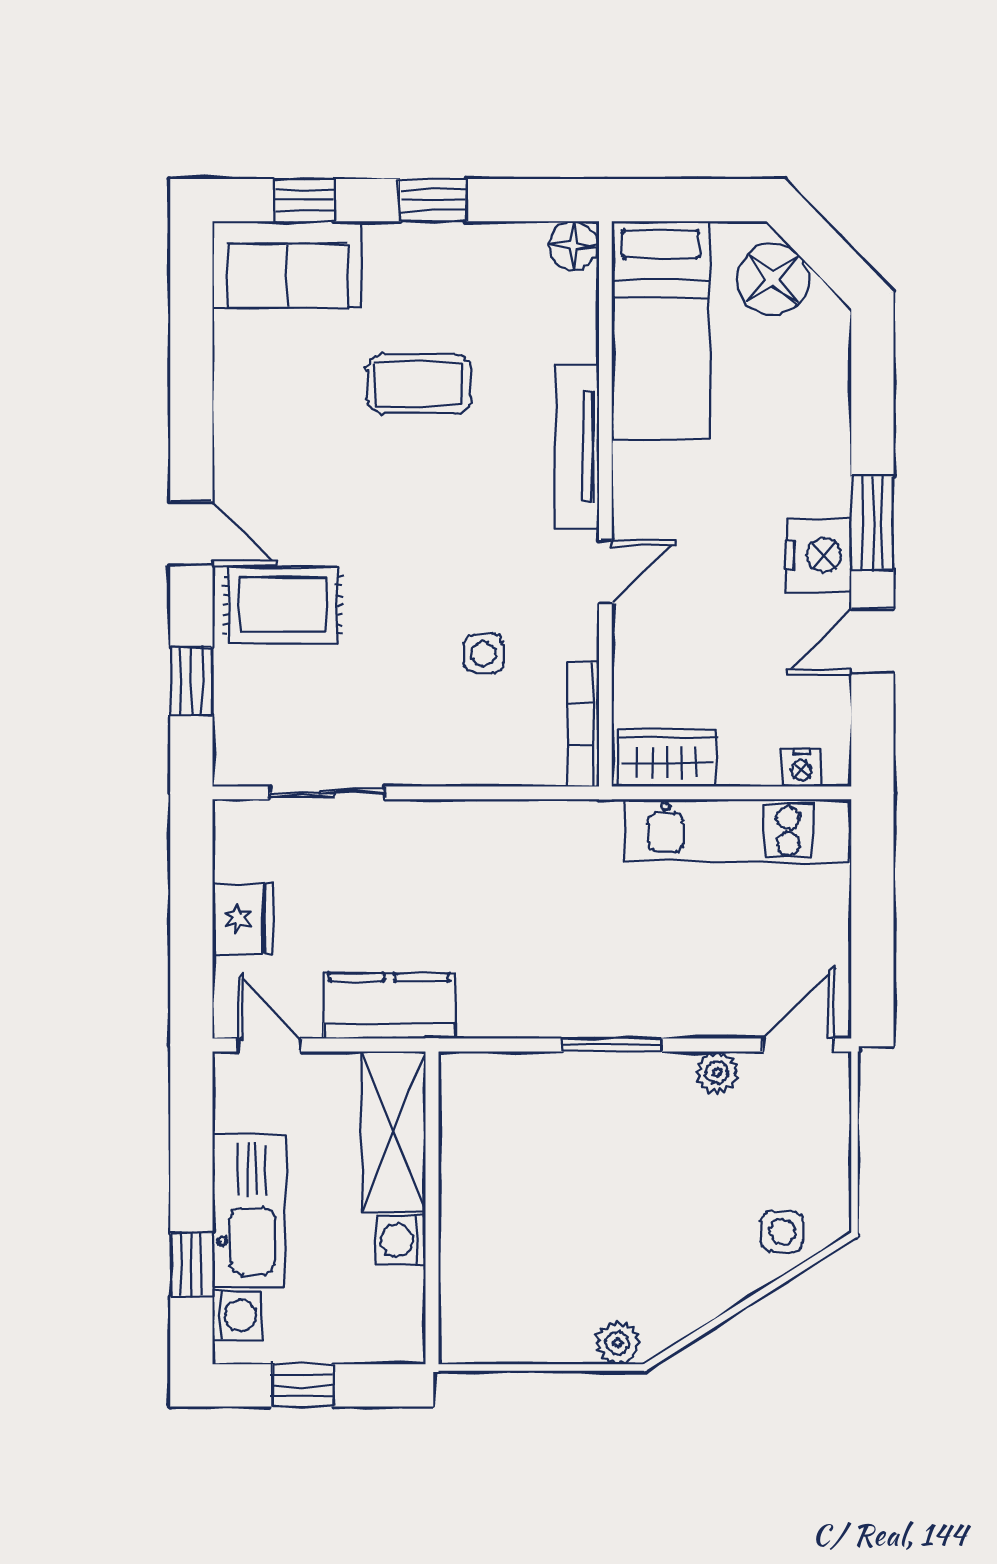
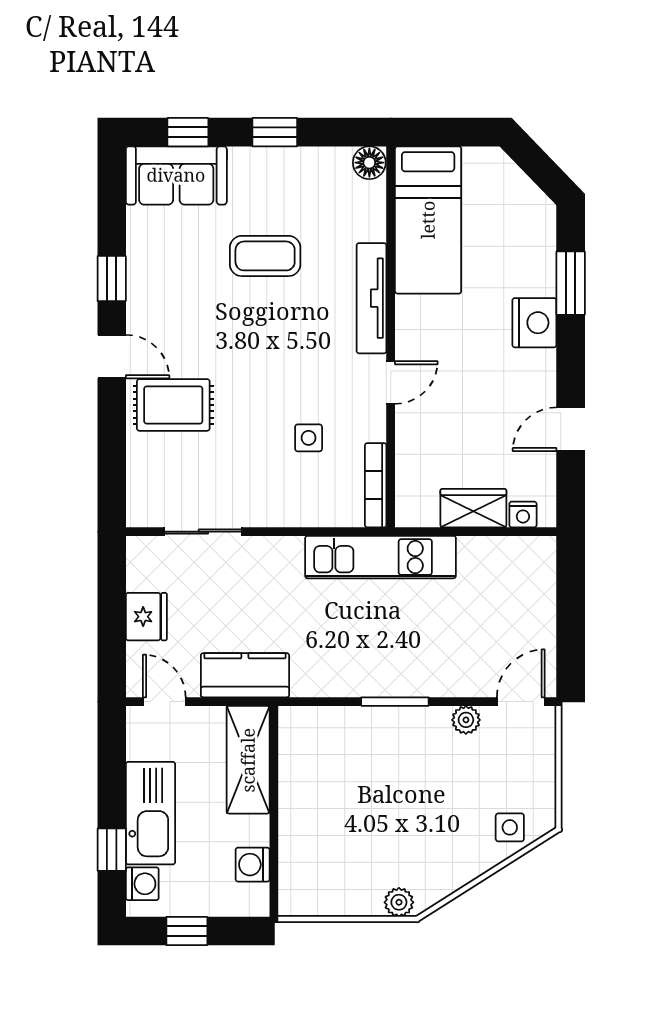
floor lamp: (773, 279) -> (504, 185), removed
window: (872, 523) -> (571, 283), moved
nightstand: (819, 555) -> (534, 323), moved
window: (191, 681) -> (112, 279), moved
wardrobe: (667, 758) -> (473, 508), moved
kitchen unit: (737, 831) -> (381, 557), moved
washing machine: (400, 1241) -> (253, 865), moved

